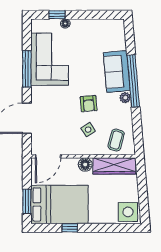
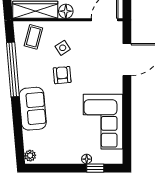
window: (27, 69) -> (127, 112), removed
window: (133, 81) -> (13, 69), moved
plant: (125, 98) -> (30, 156), moved

